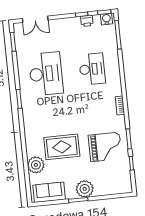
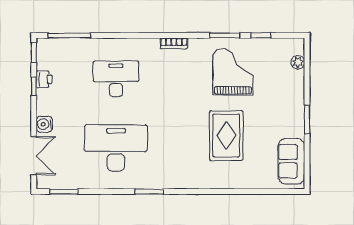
water cooler: (106, 19) -> (44, 124), moved
plant: (36, 165) -> (249, 177), removed
plant: (85, 189) -> (298, 62), moved, width x0.53, depth x0.53

